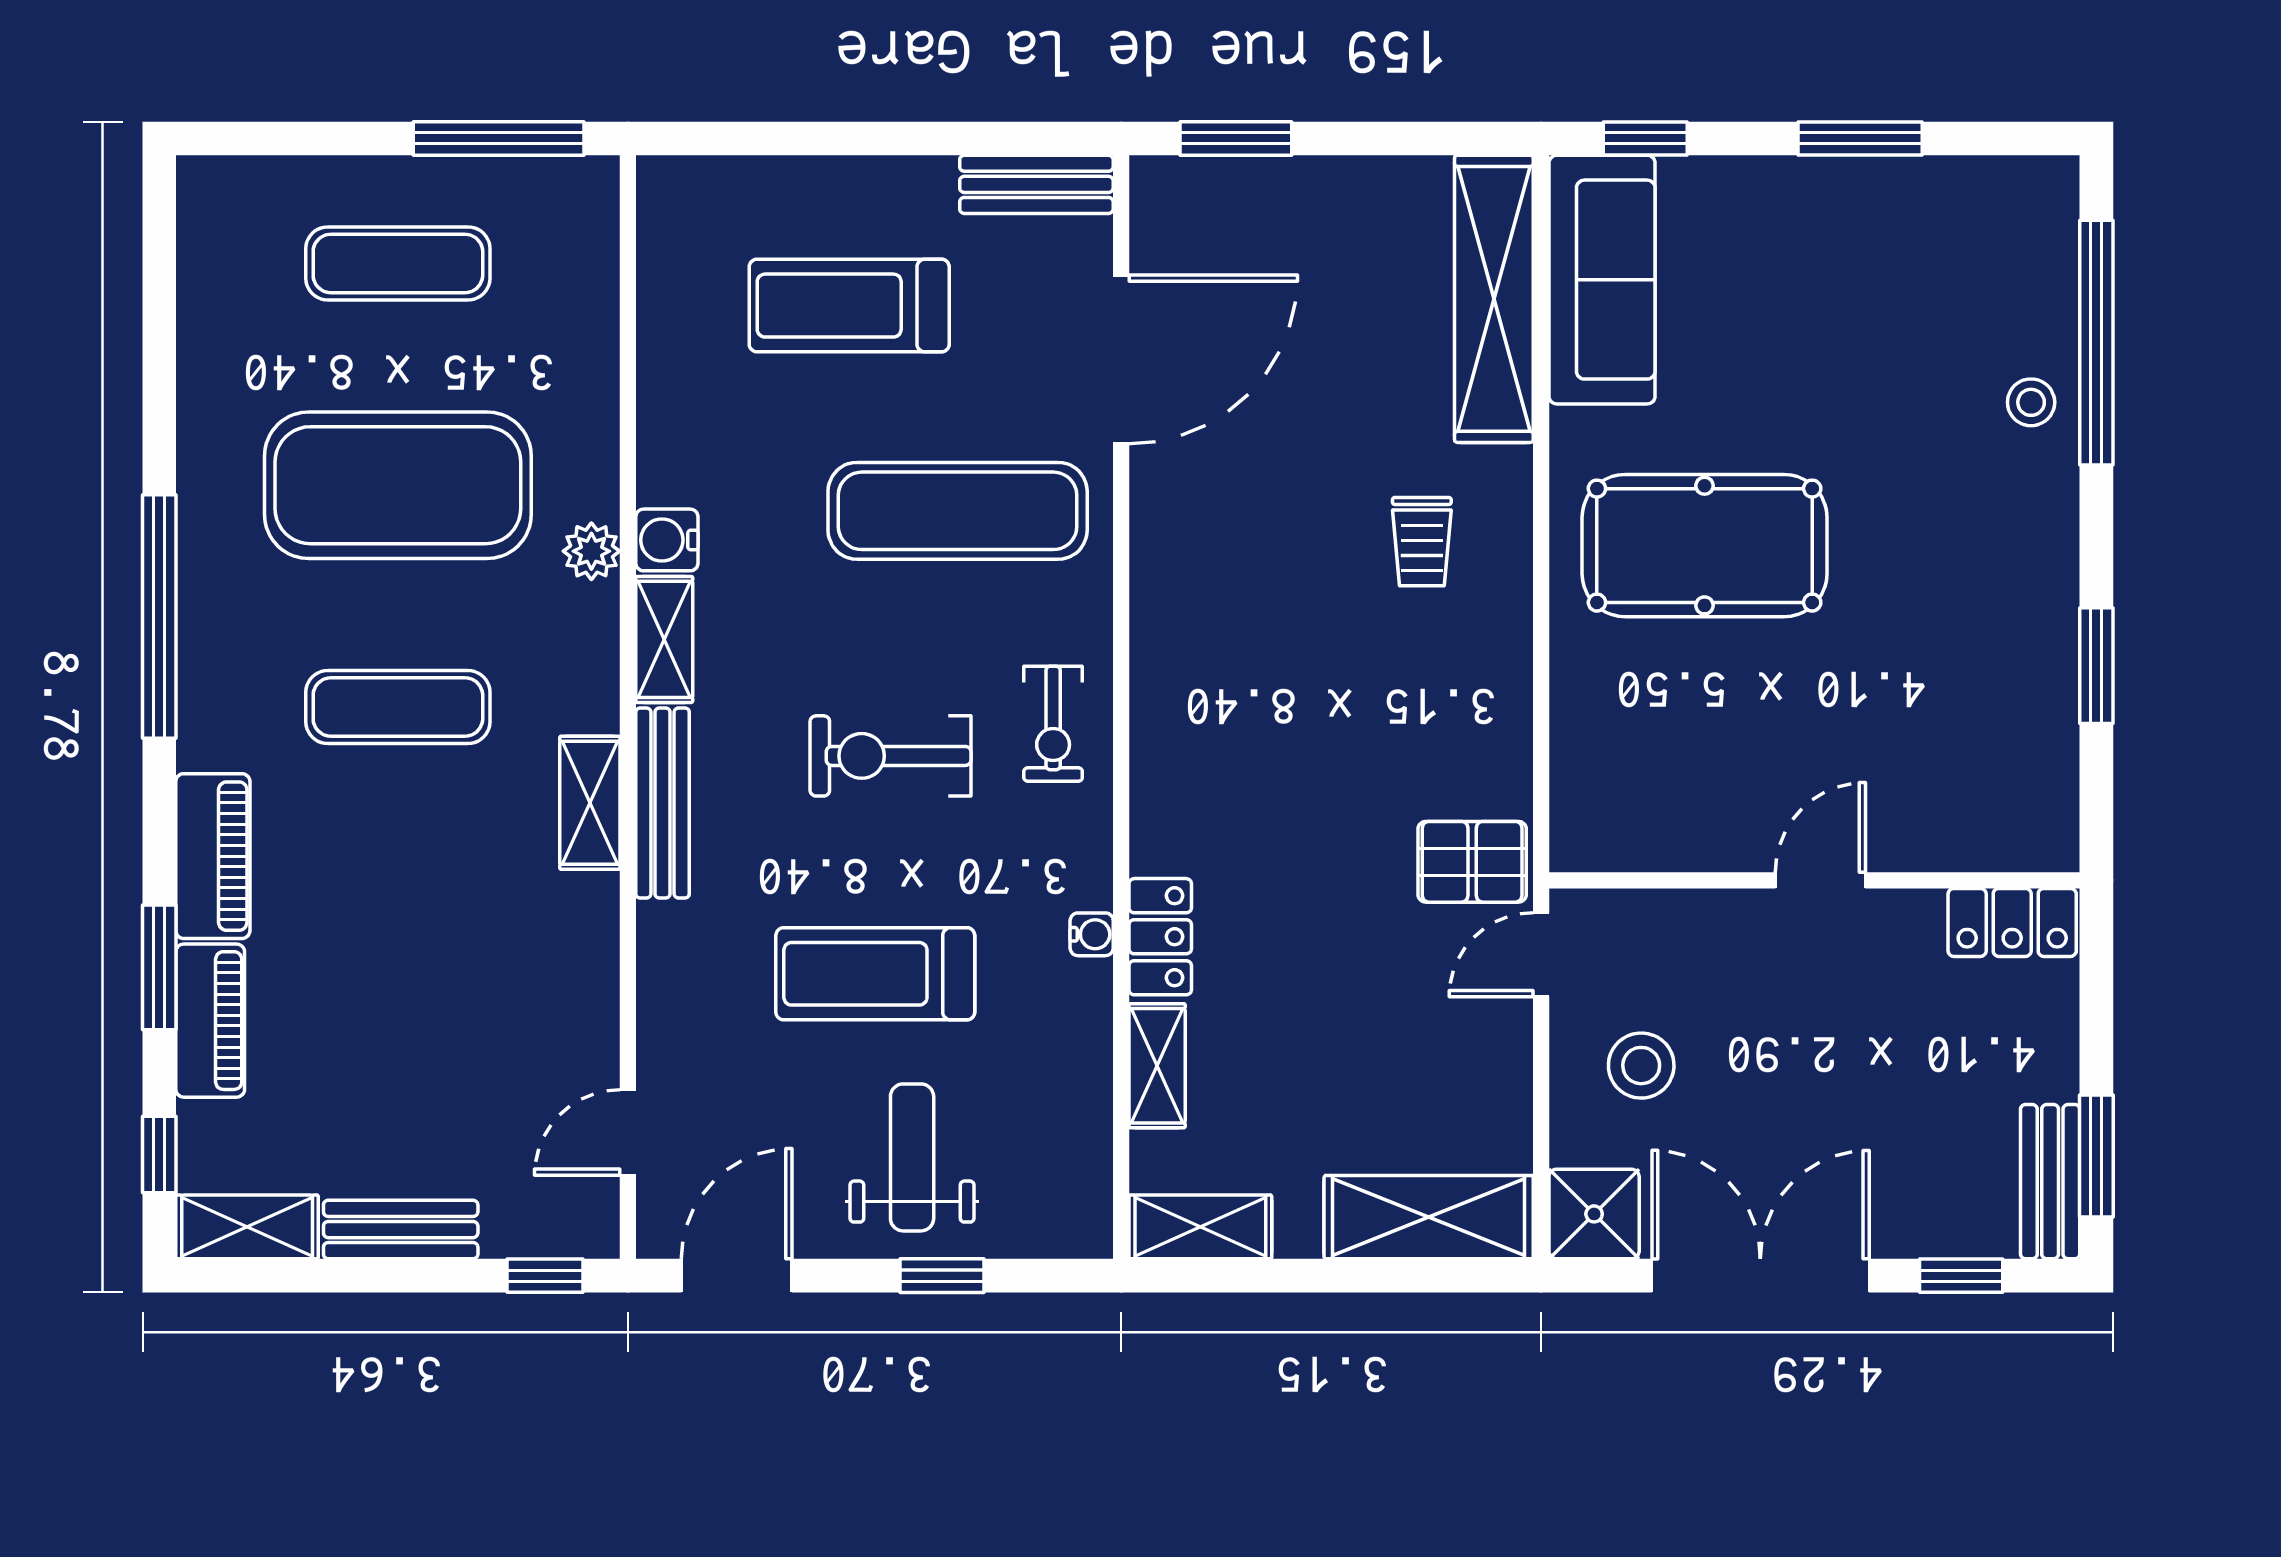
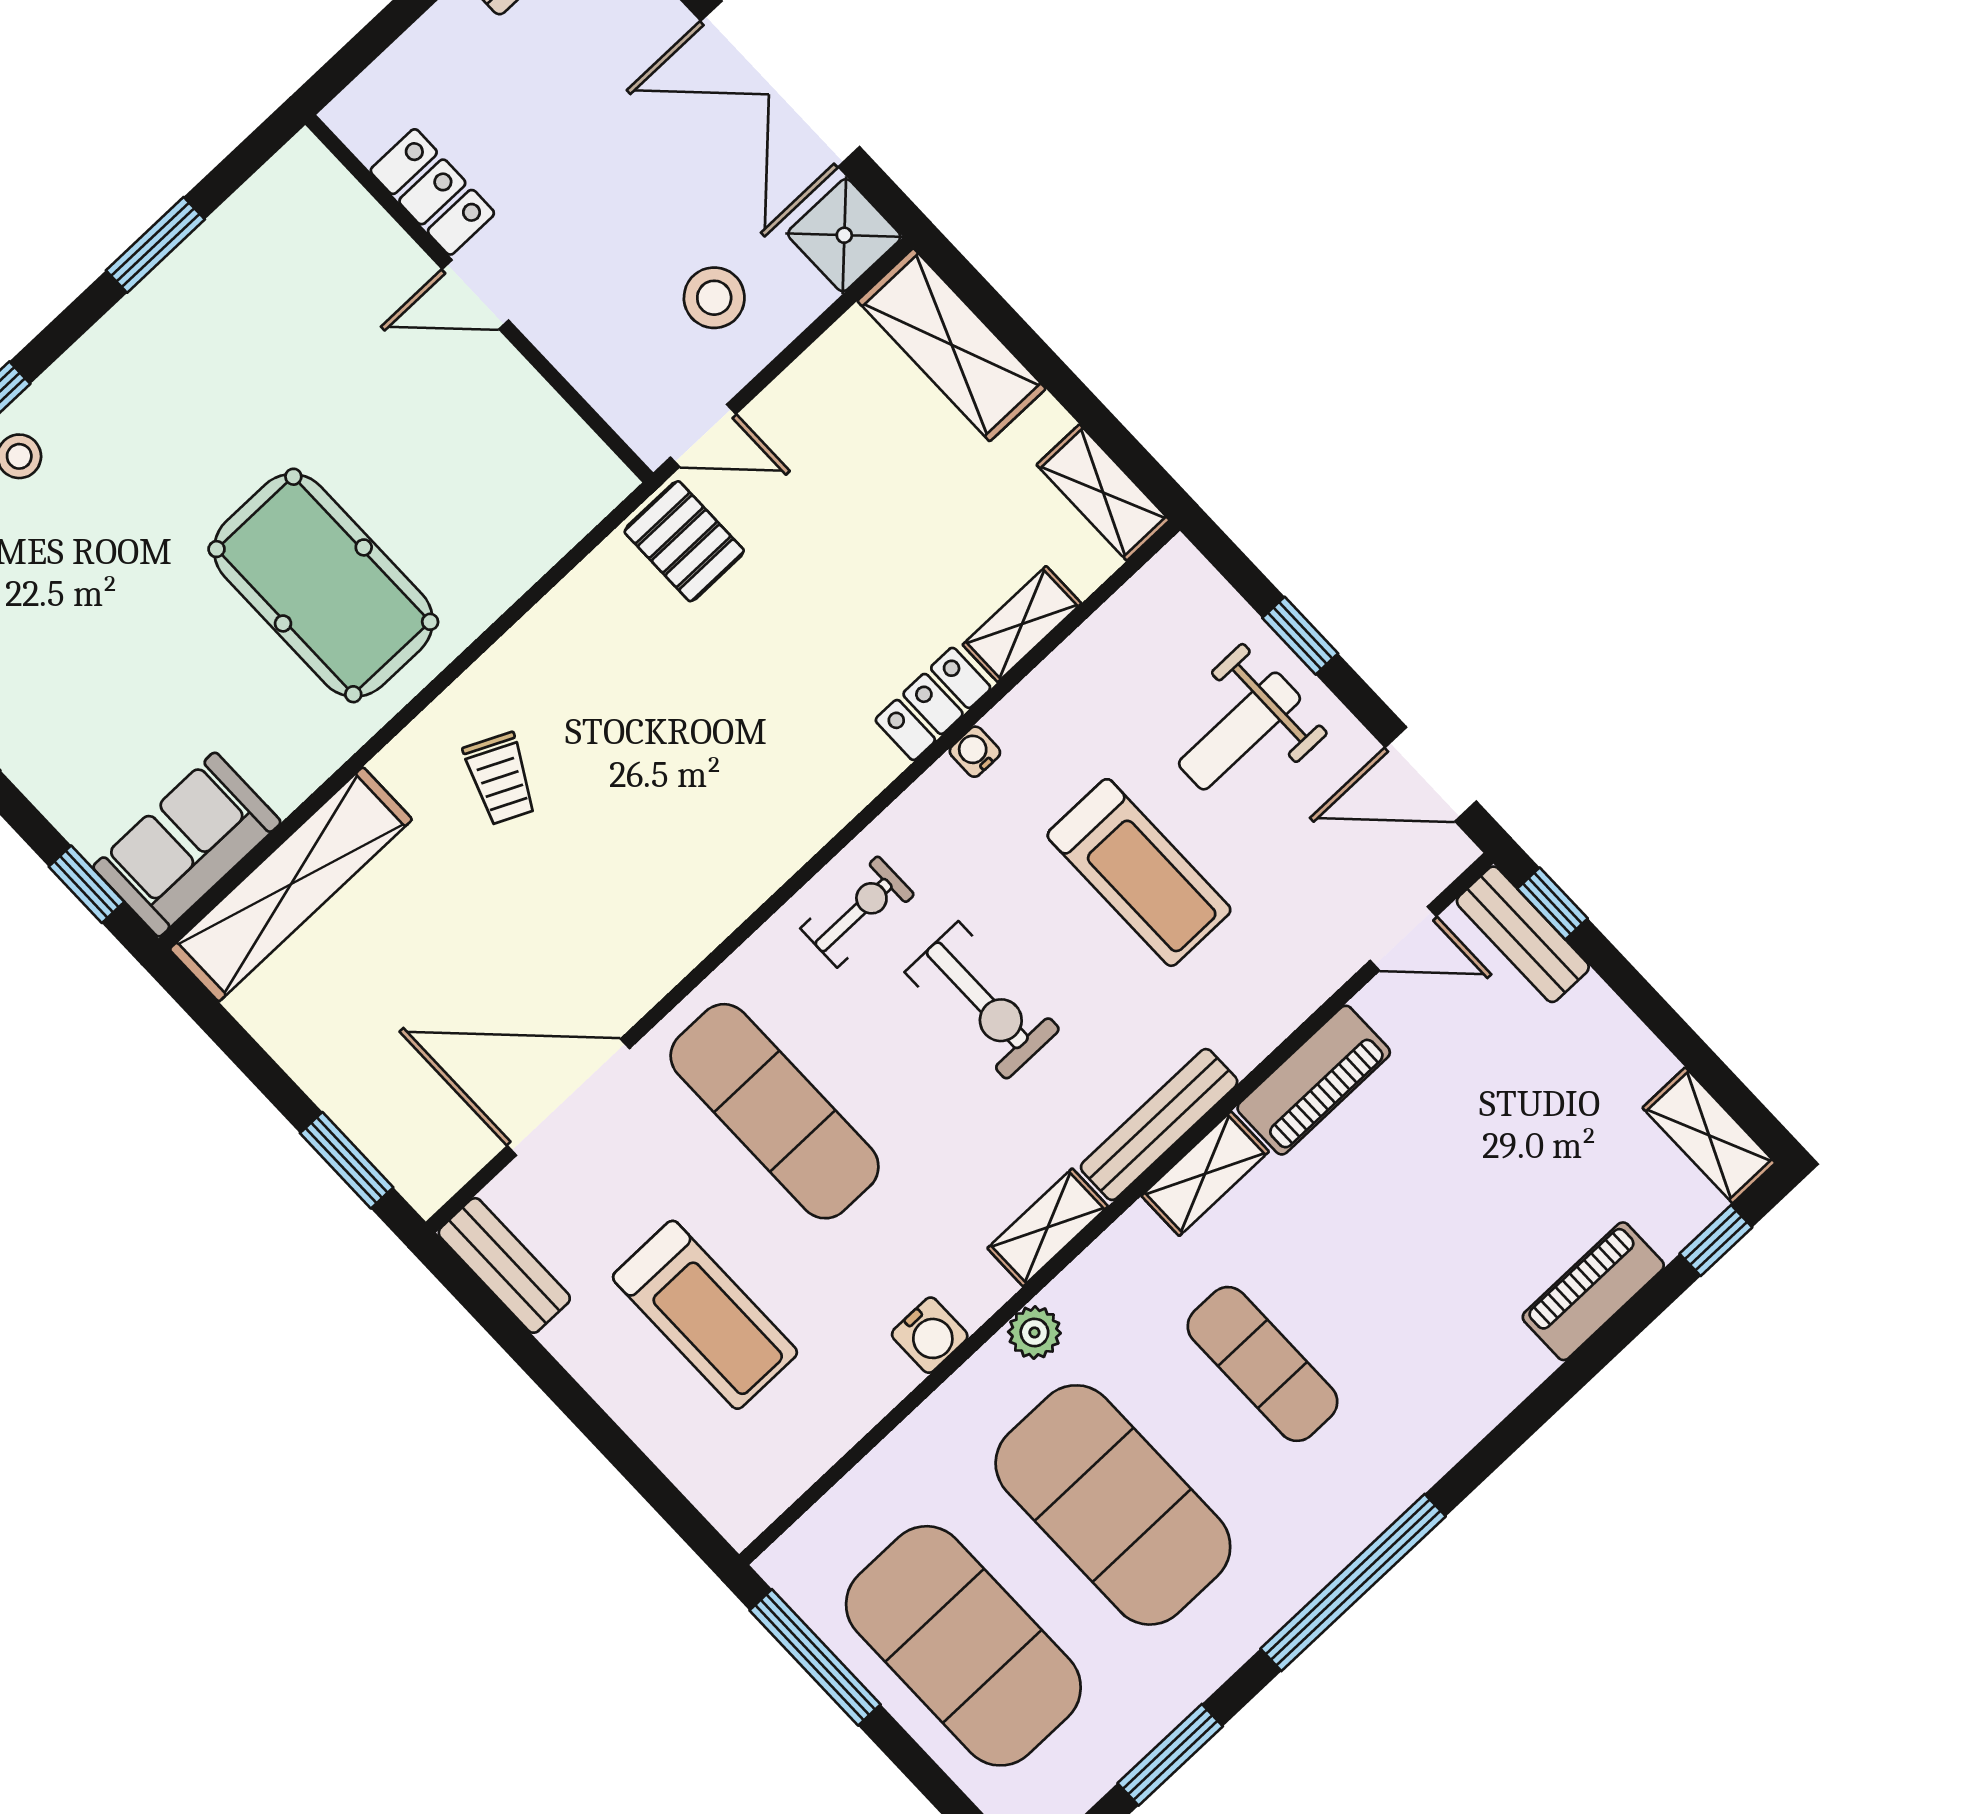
exercise mat: (398, 263) -> (963, 1646), width x2.00, depth x1.45
sofa: (1602, 280) -> (187, 845), width x0.73
water cooler: (667, 540) -> (930, 1335), moved
trolley: (1422, 542) -> (500, 779), turned 115
piano: (213, 856) -> (1314, 1080), moved, turned 180
locker: (2012, 922) -> (432, 192), moved
window: (159, 967) -> (1170, 1755), moved
bench: (401, 1230) -> (1523, 934), moved

